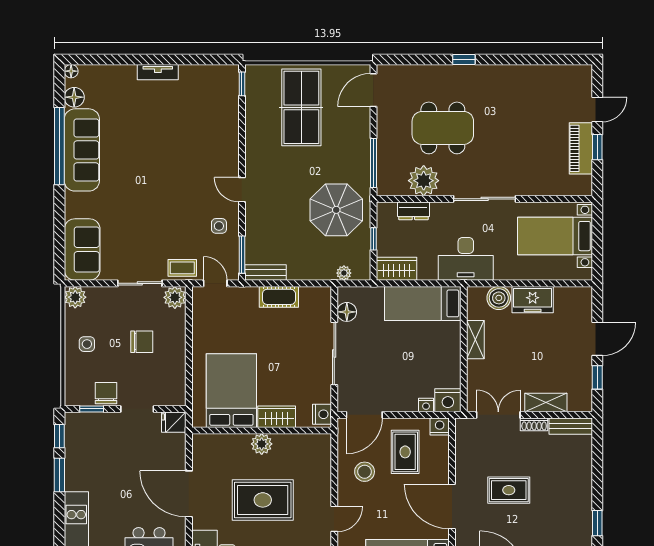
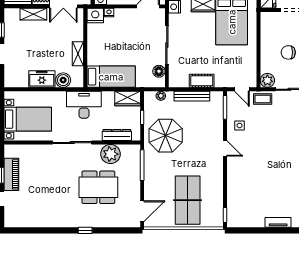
dresser: (413, 211) -> (117, 135), width x1.44
bench: (266, 272) -> (192, 96), moved, width x1.36

